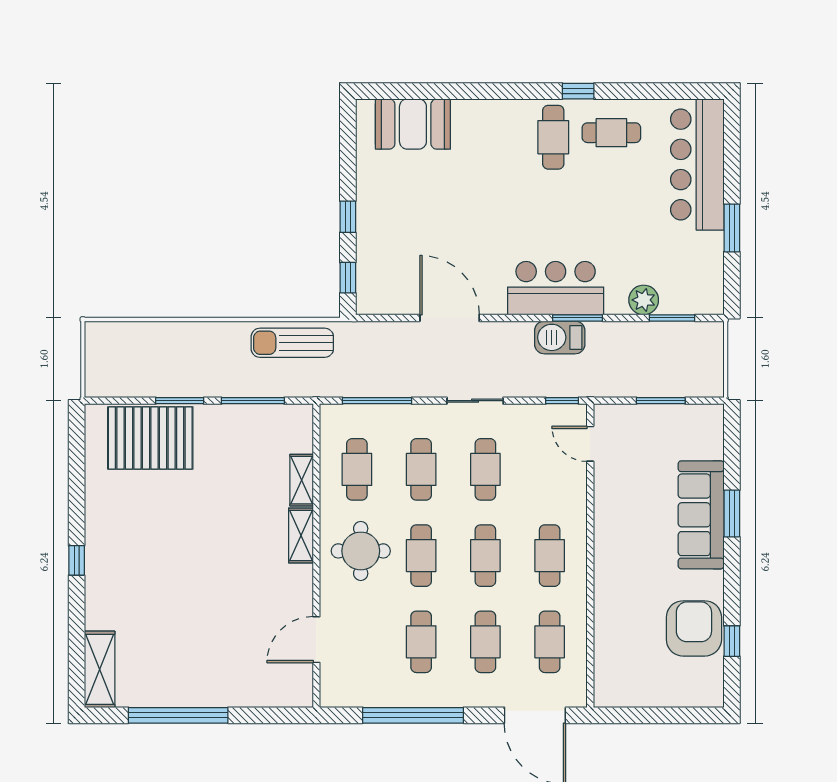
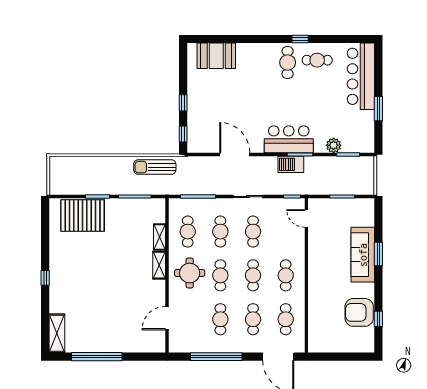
armchair: (694, 628) -> (359, 312), turned -90

